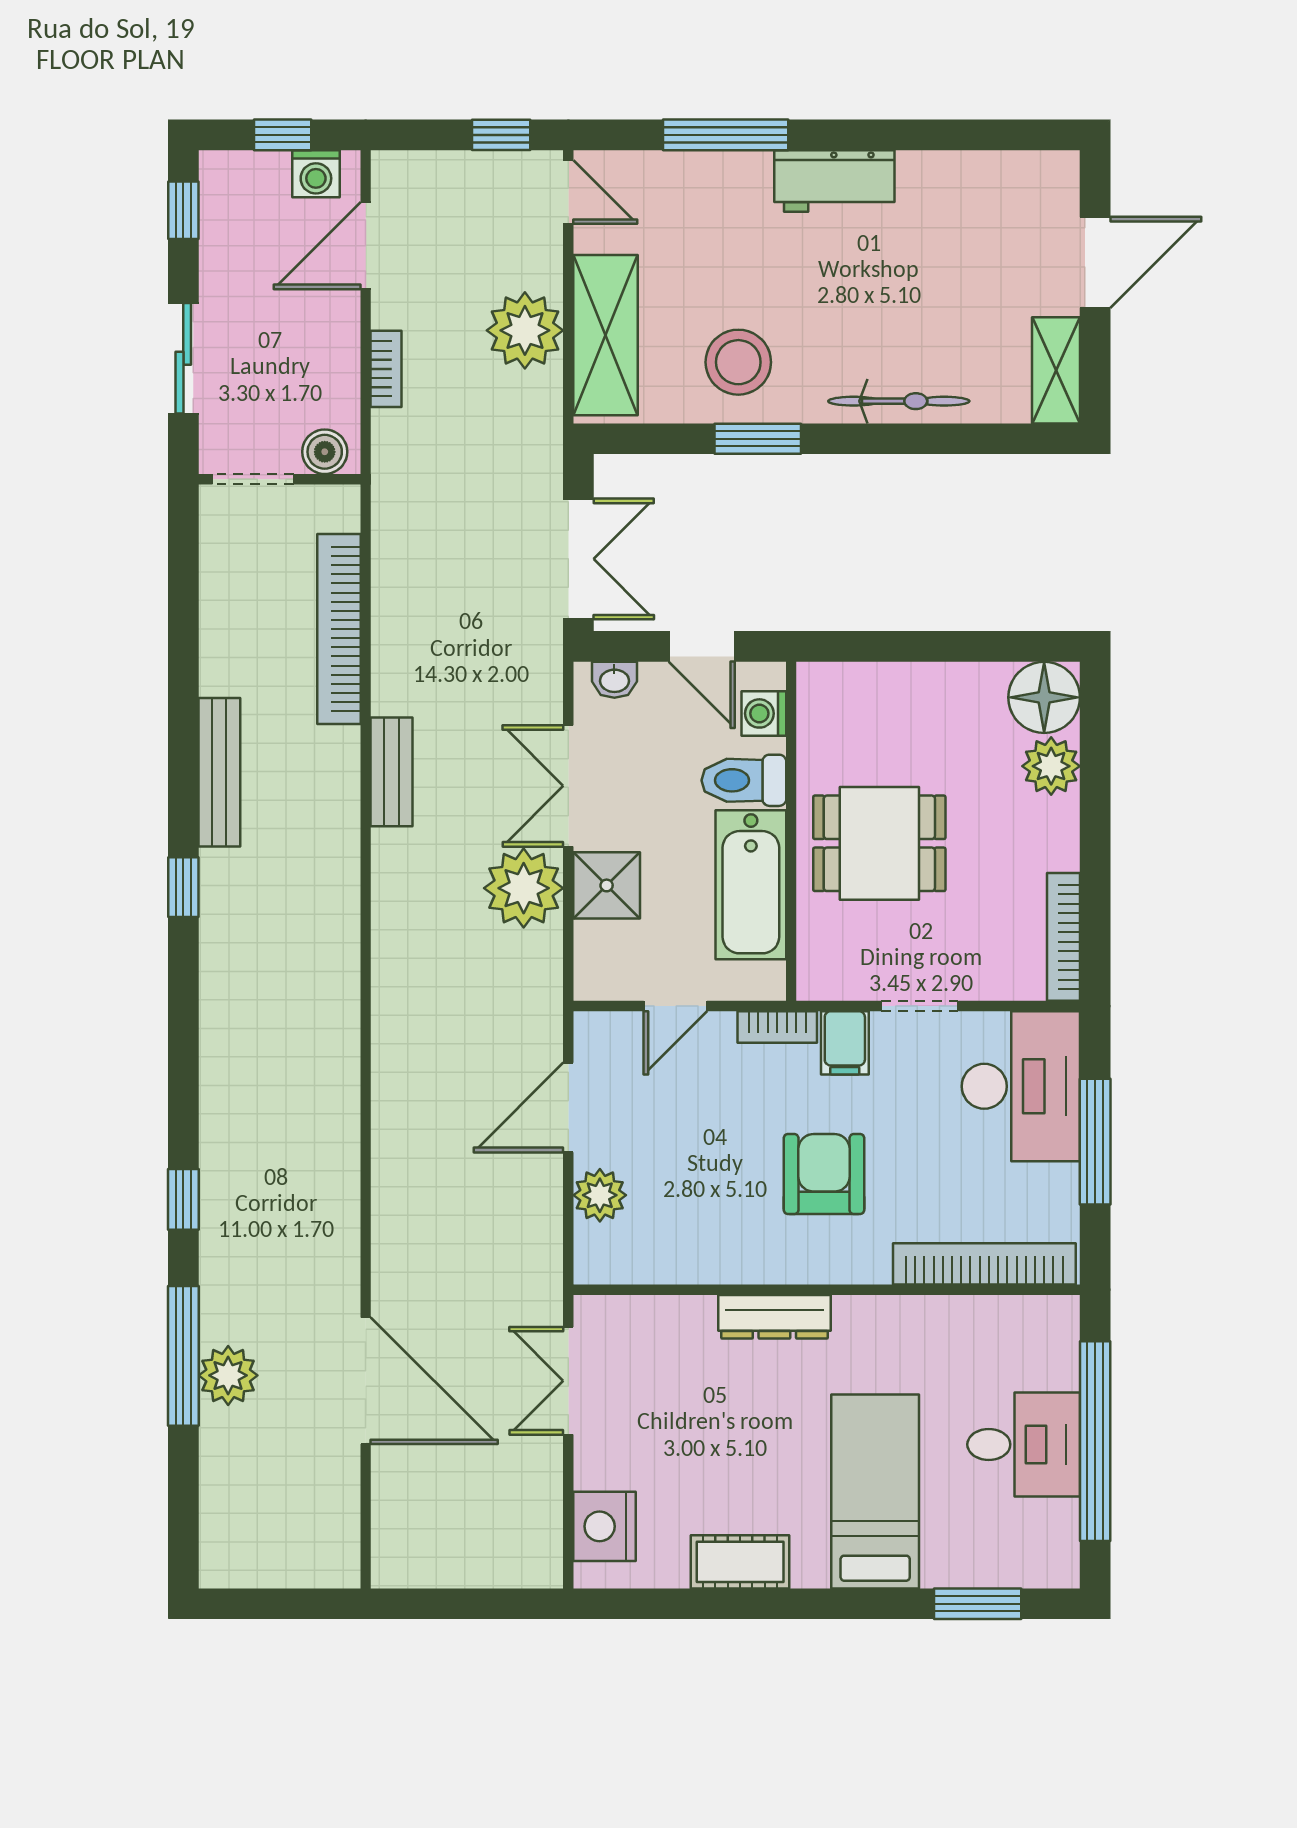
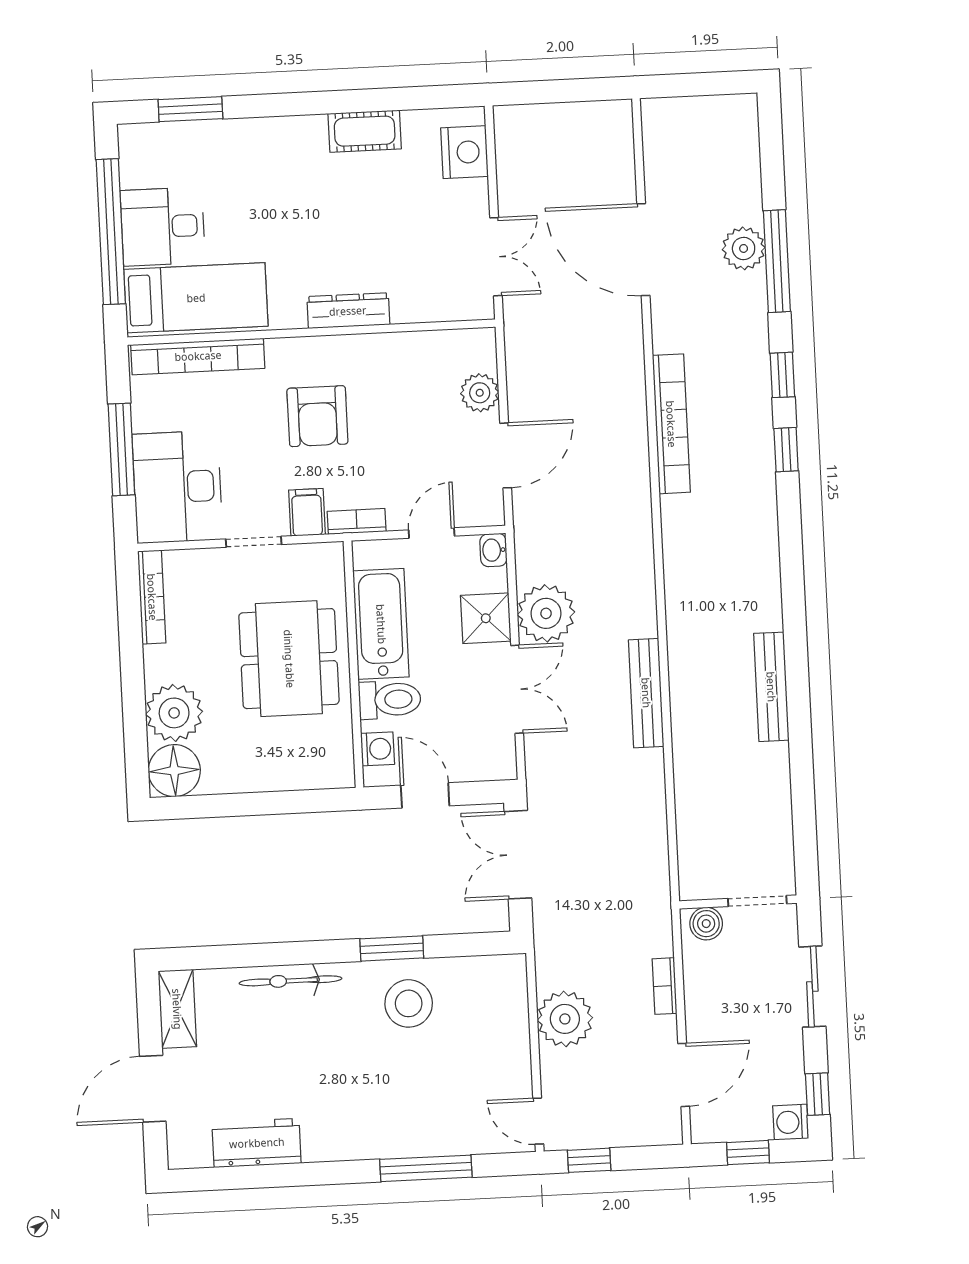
washing machine: (316, 174) -> (791, 1122), moved, turned -90
workbench: (834, 181) -> (257, 1143), moved
shelving: (605, 335) -> (506, 1018), removed
bookcase: (339, 629) -> (671, 424), moved
washbasin: (614, 680) -> (493, 550), moved, turned -90
plant: (1051, 766) -> (174, 713), width x1.36, depth x1.36
bench: (392, 772) -> (646, 693), width x1.36
dining table: (879, 843) -> (289, 659), width x1.38
window: (183, 887) -> (786, 450), moved
bed: (875, 1491) -> (196, 298), moved, turned -90

